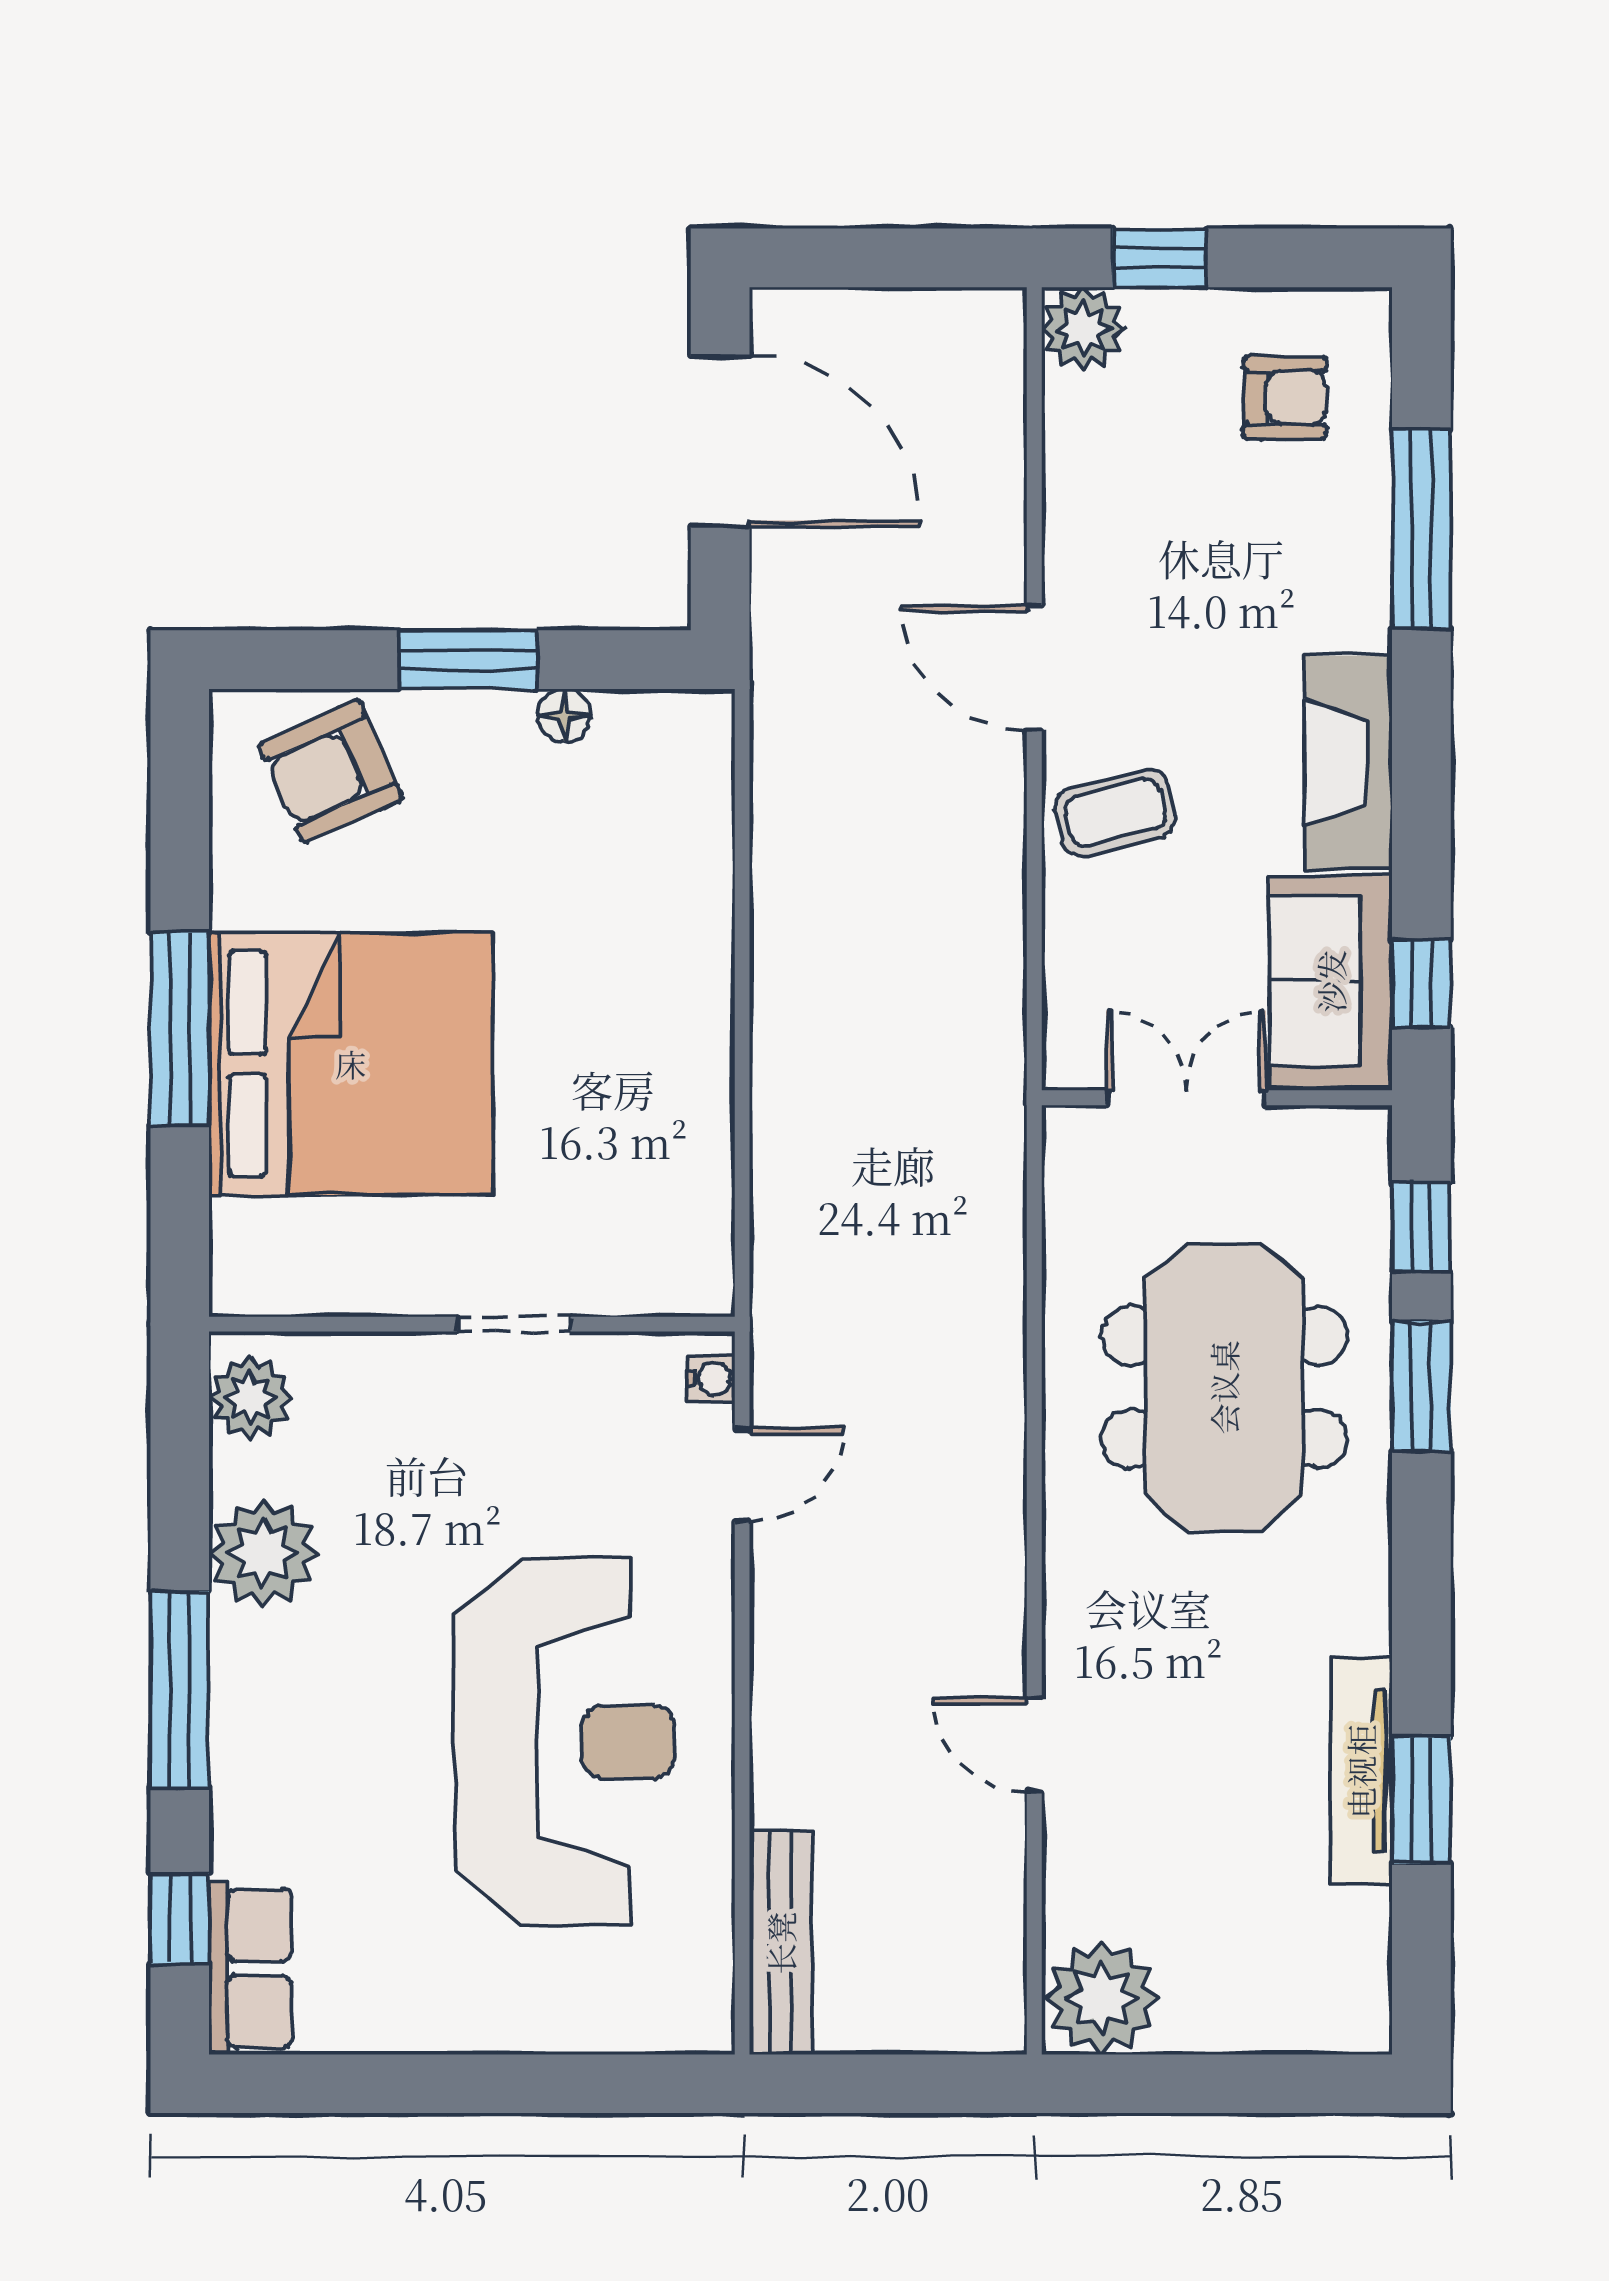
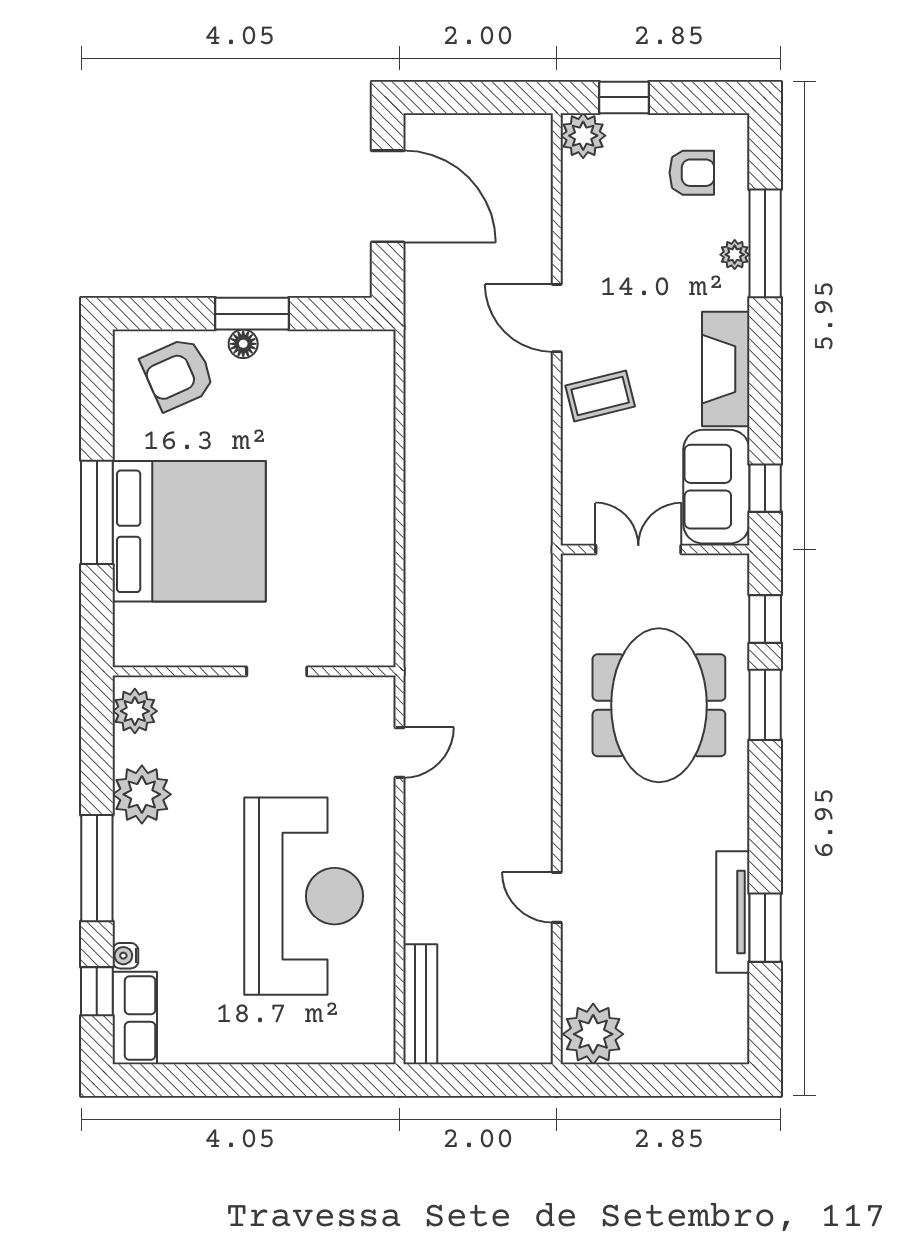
plant: (1365, 550) -> (735, 255), added
floor lamp: (564, 716) -> (243, 344), moved
water cooler: (711, 1379) -> (125, 956), moved, turned 180

